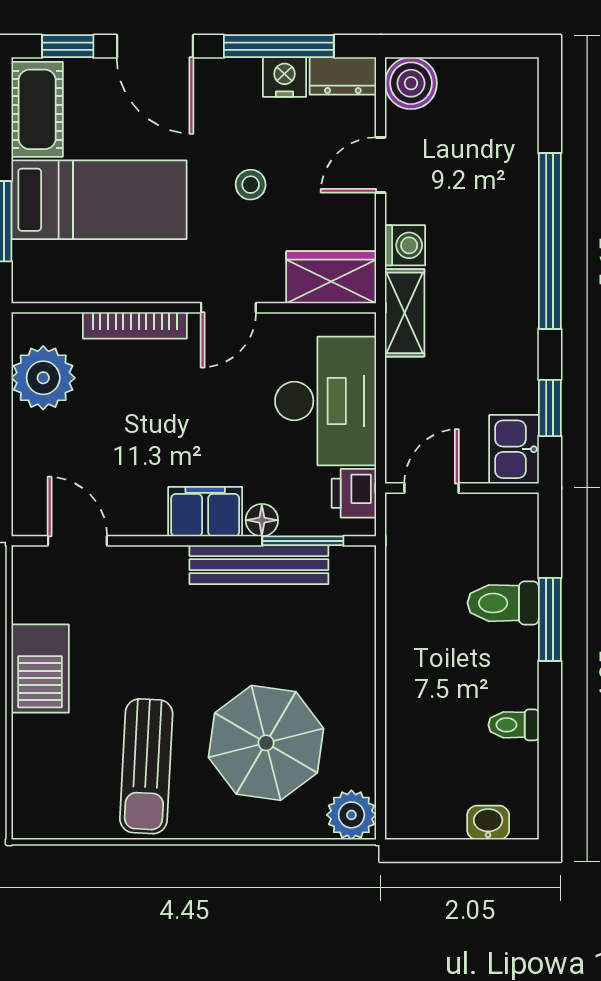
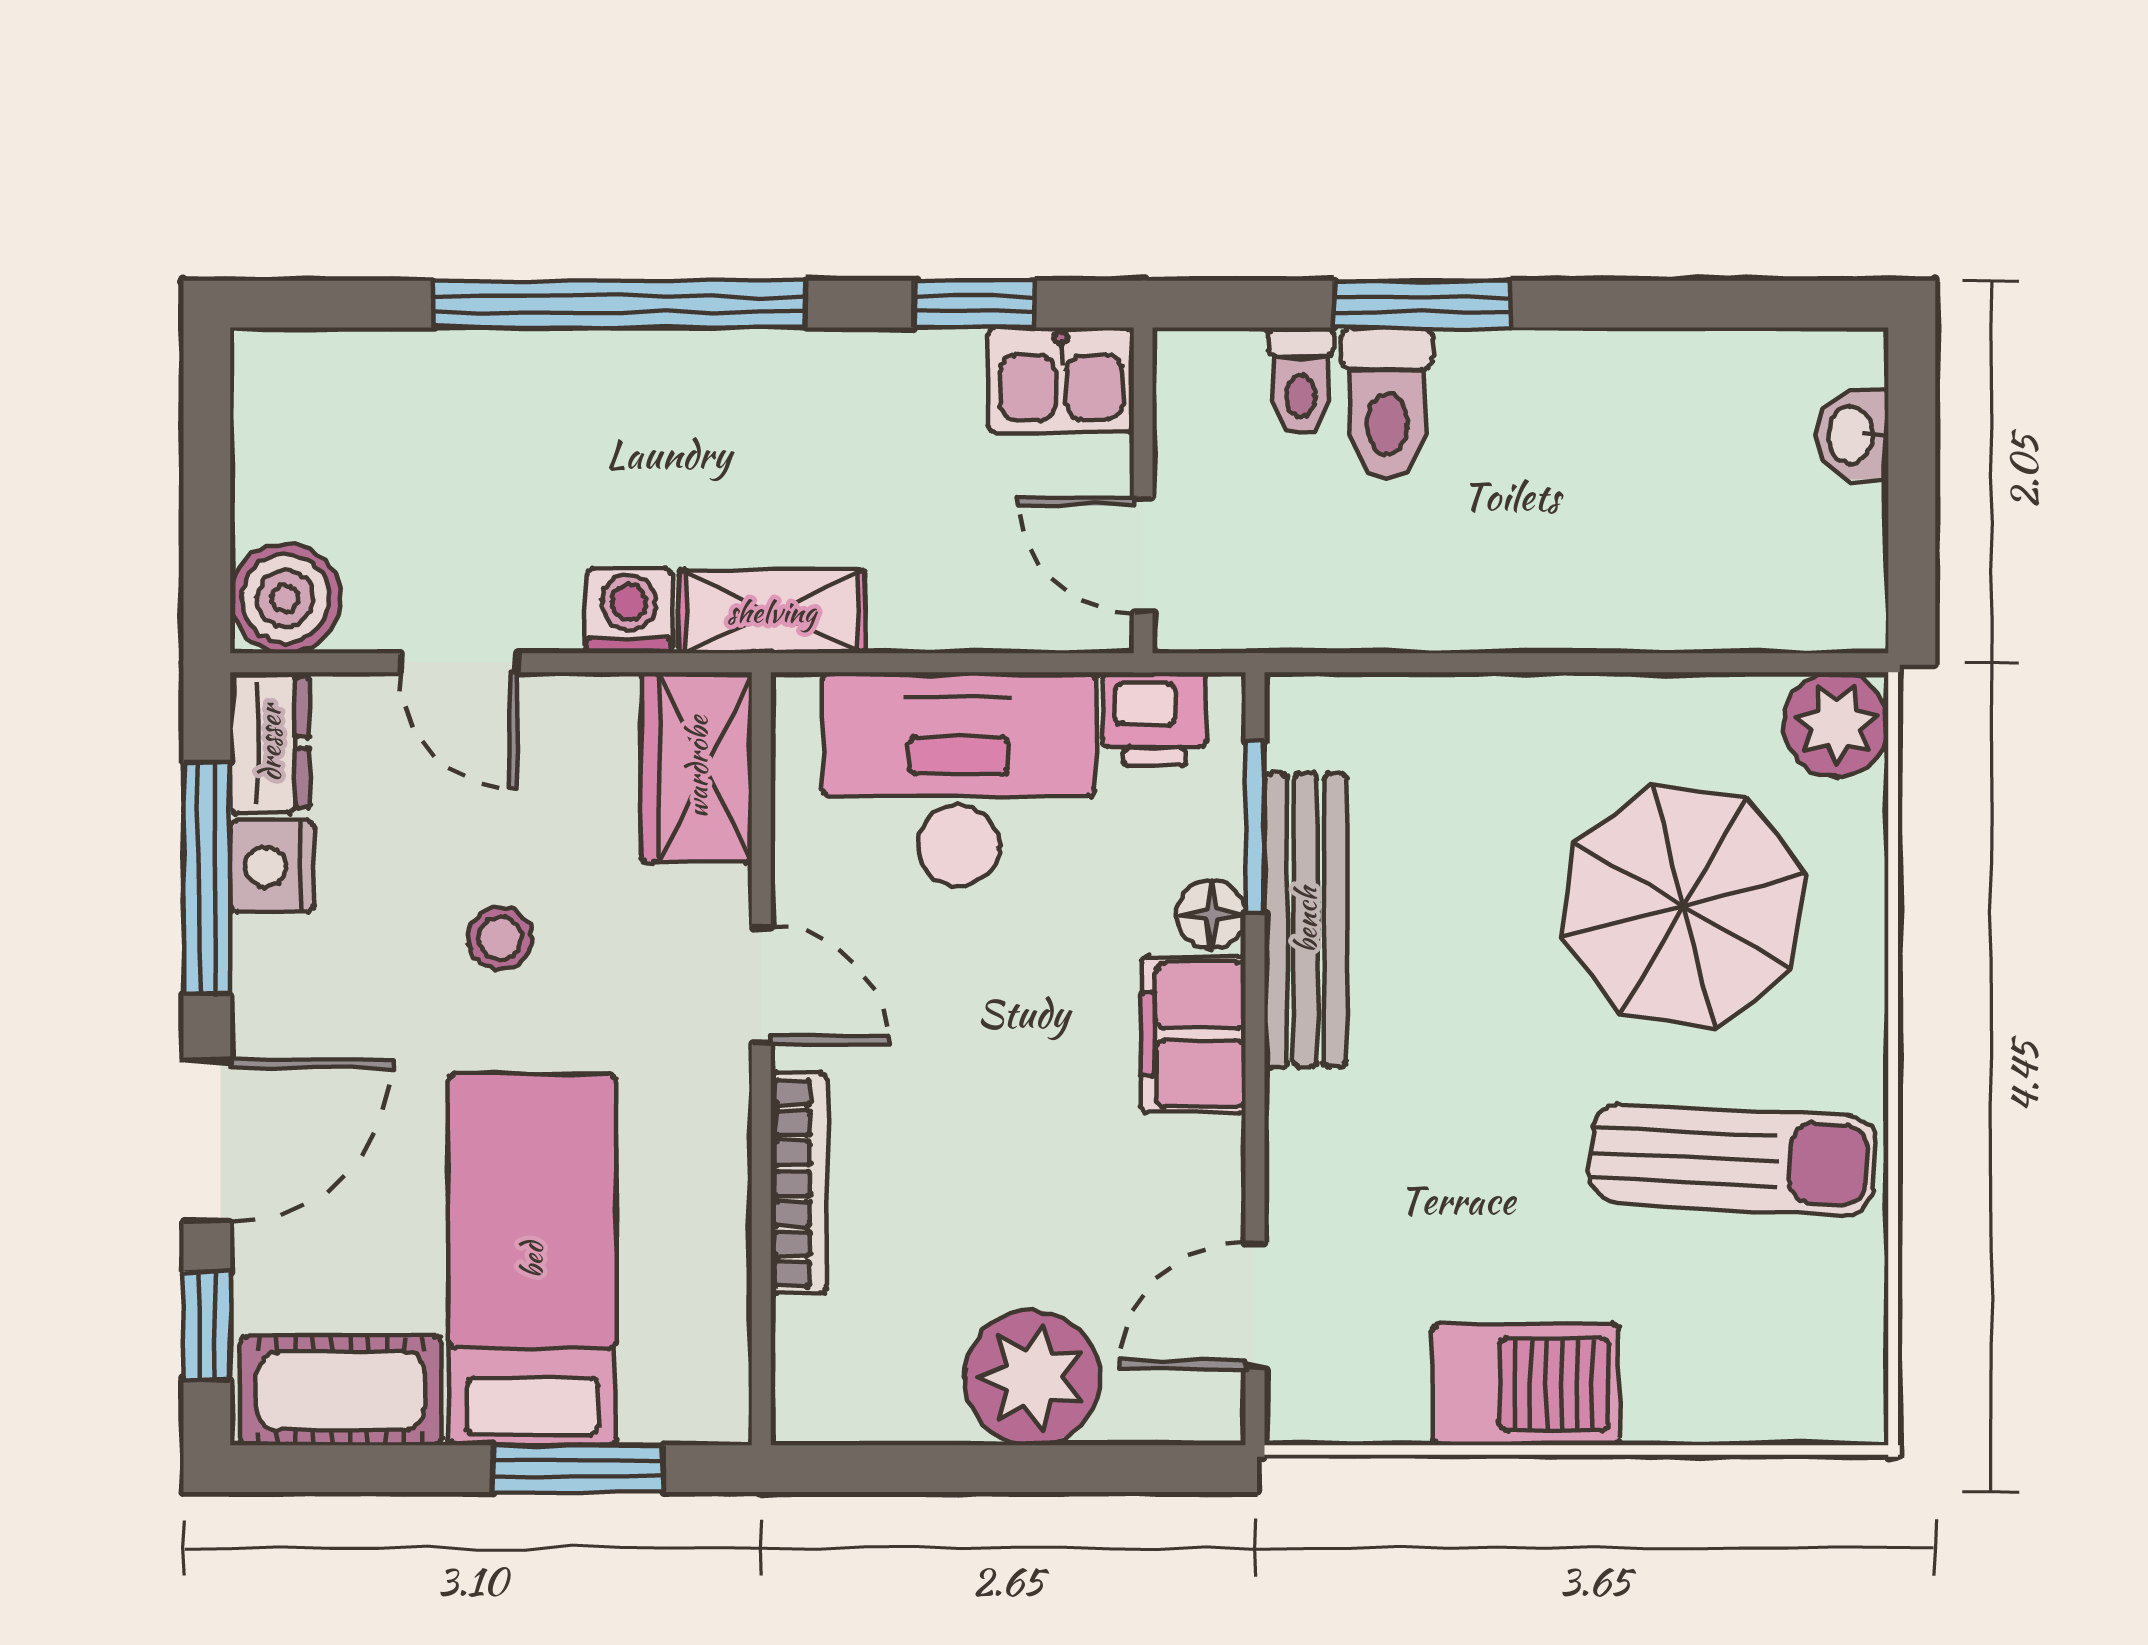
plant: (43, 378) -> (1032, 1378), moved
toilet: (514, 725) -> (1301, 381), moved

